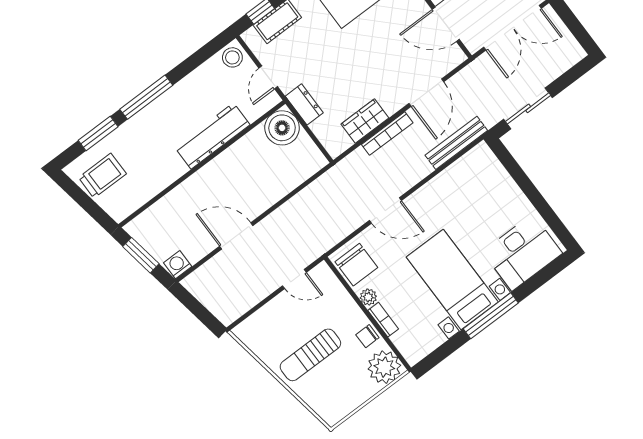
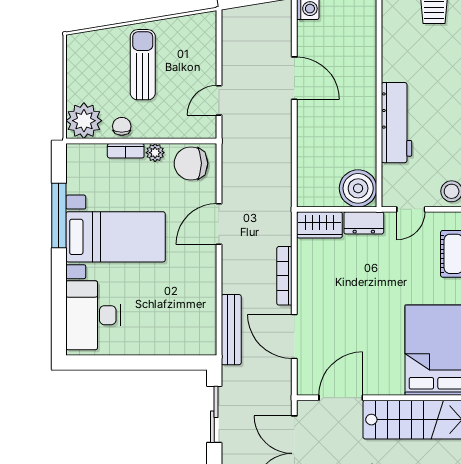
door: (268, 77) -> (411, 209), swing flipped
wardrobe: (365, 121) -> (319, 225), moved, turned 90
door: (236, 236) -> (294, 78), hinge flipped
window: (491, 316) -> (59, 215), moved

